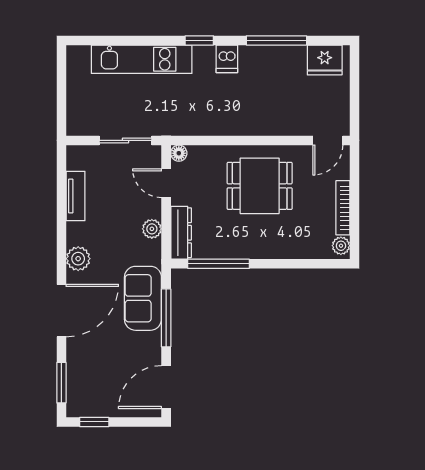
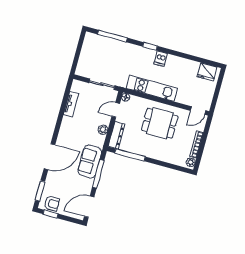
window: (276, 40) -> (112, 36), moved
kitchen unit: (142, 59) -> (152, 88), moved, turned 180
door: (166, 183) -> (116, 110), hinge flipped
plant: (78, 259) -> (64, 134), removed
armchair: (91, 401) -> (52, 203), added

